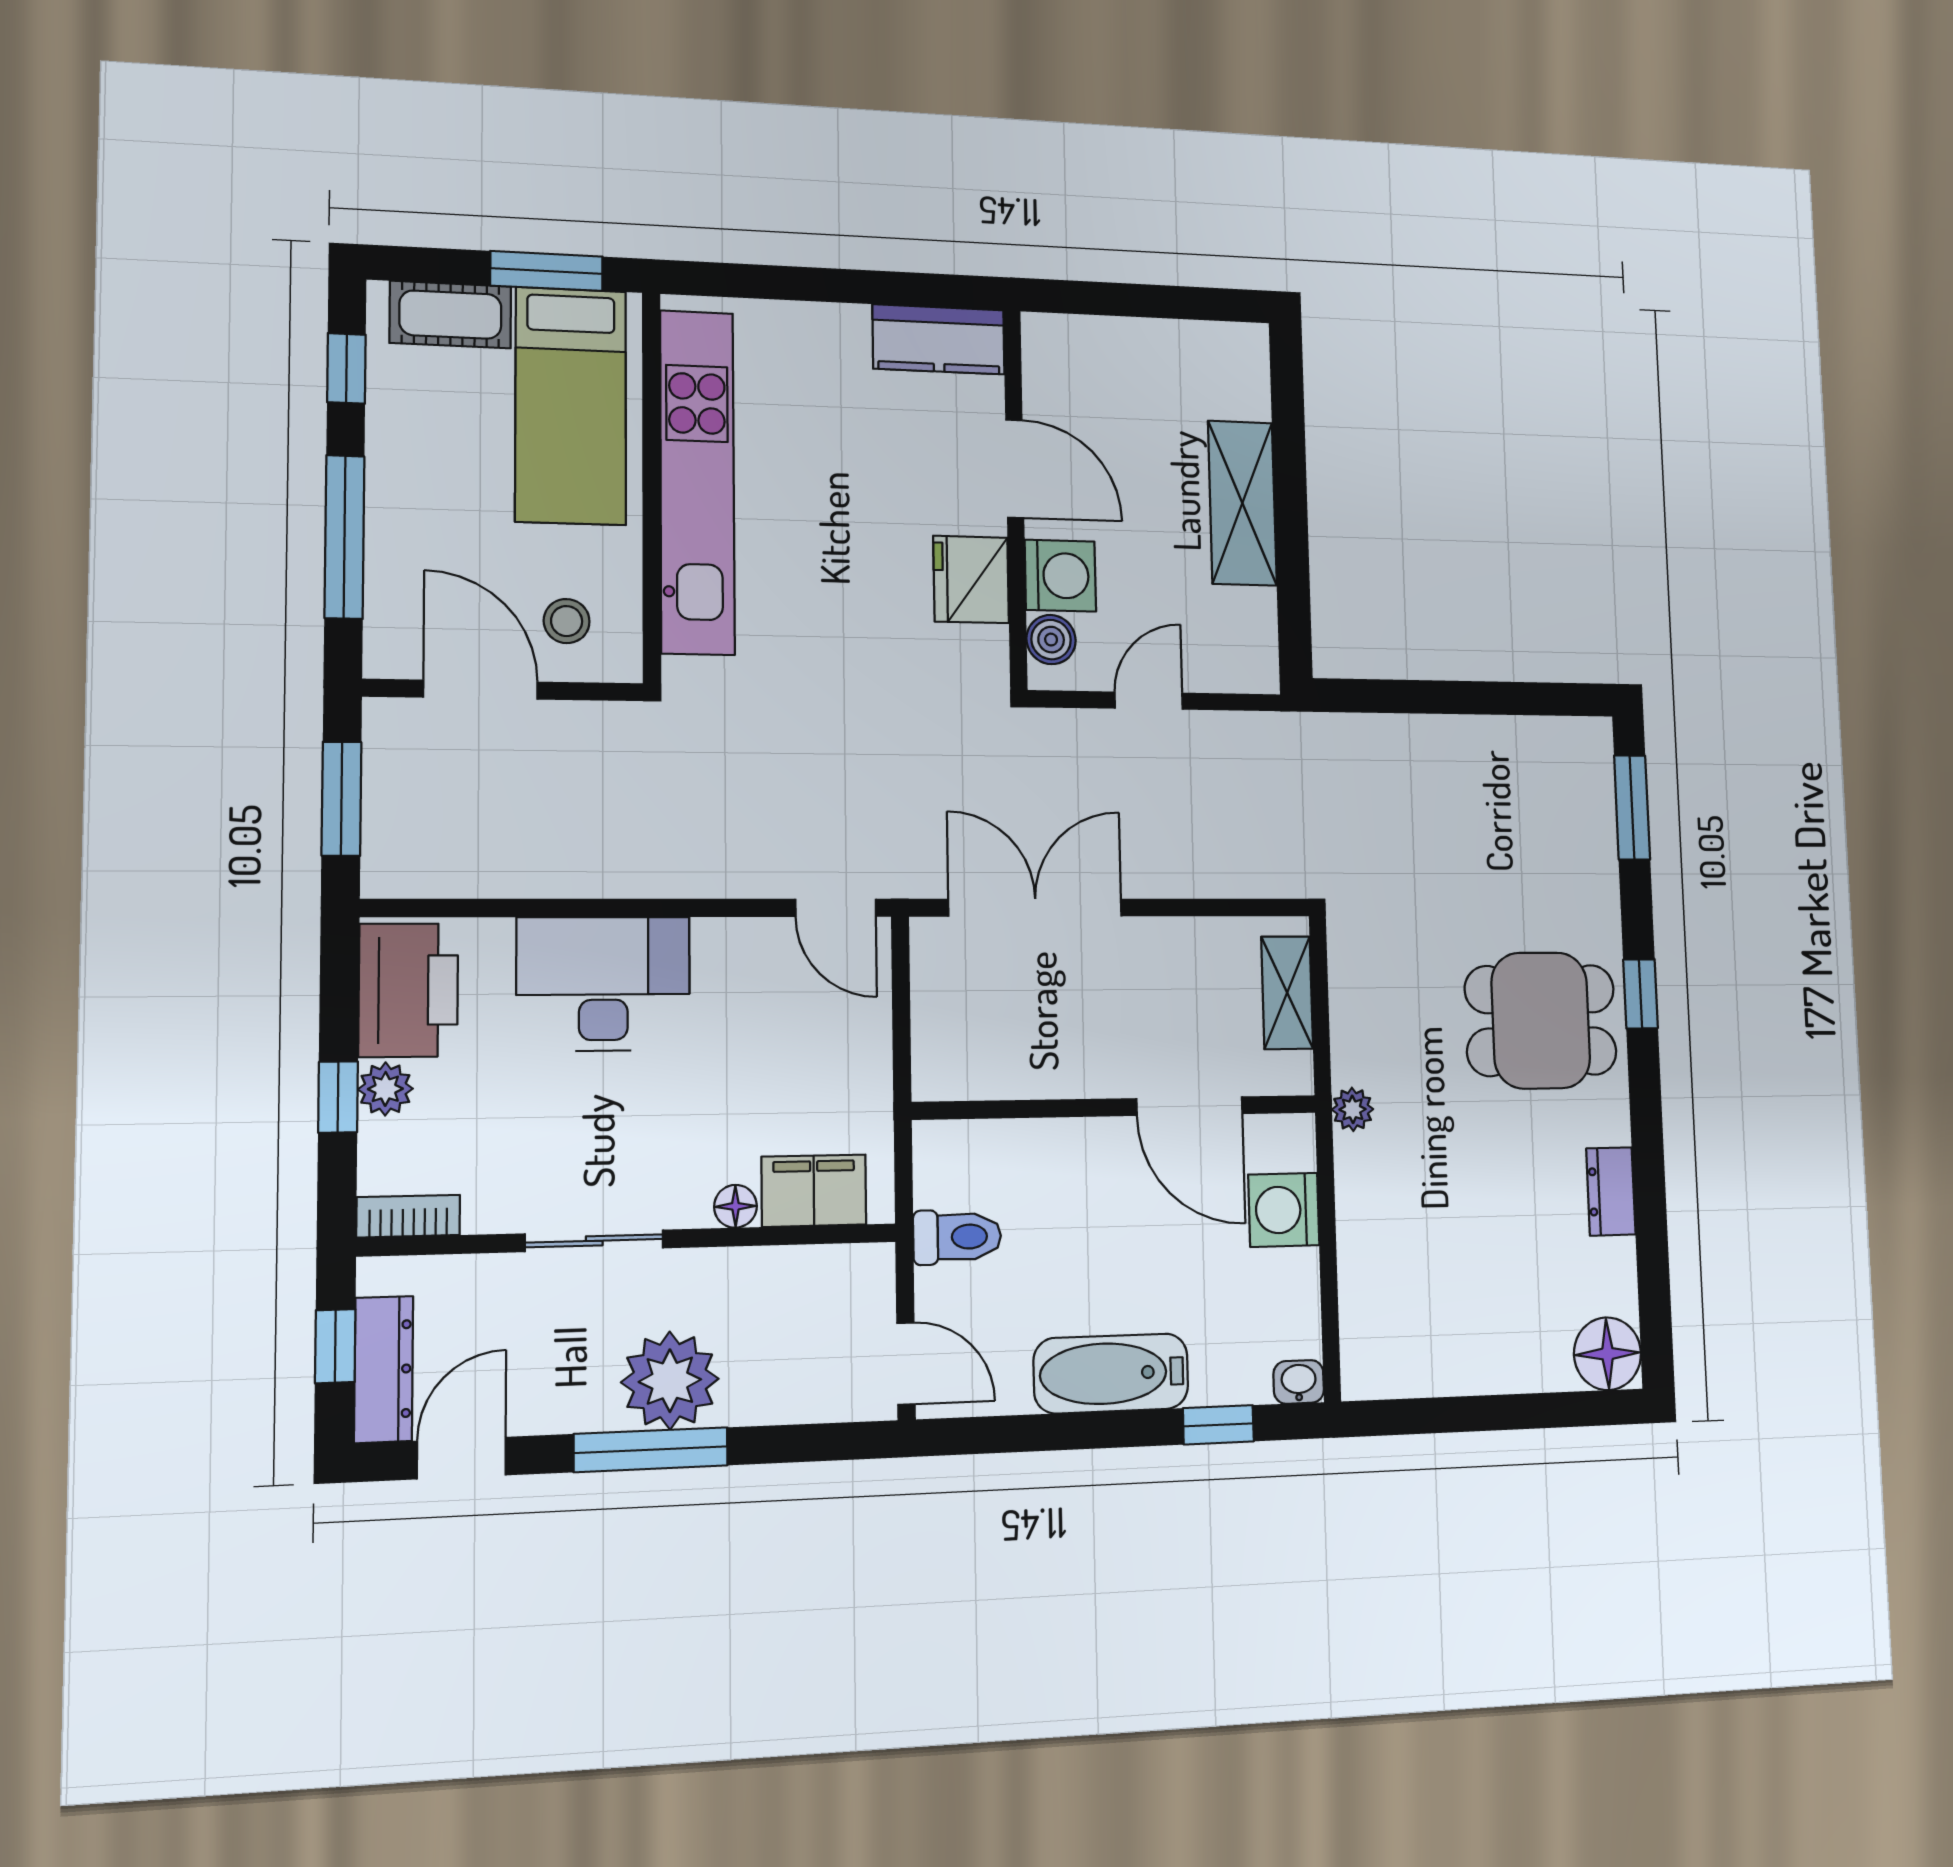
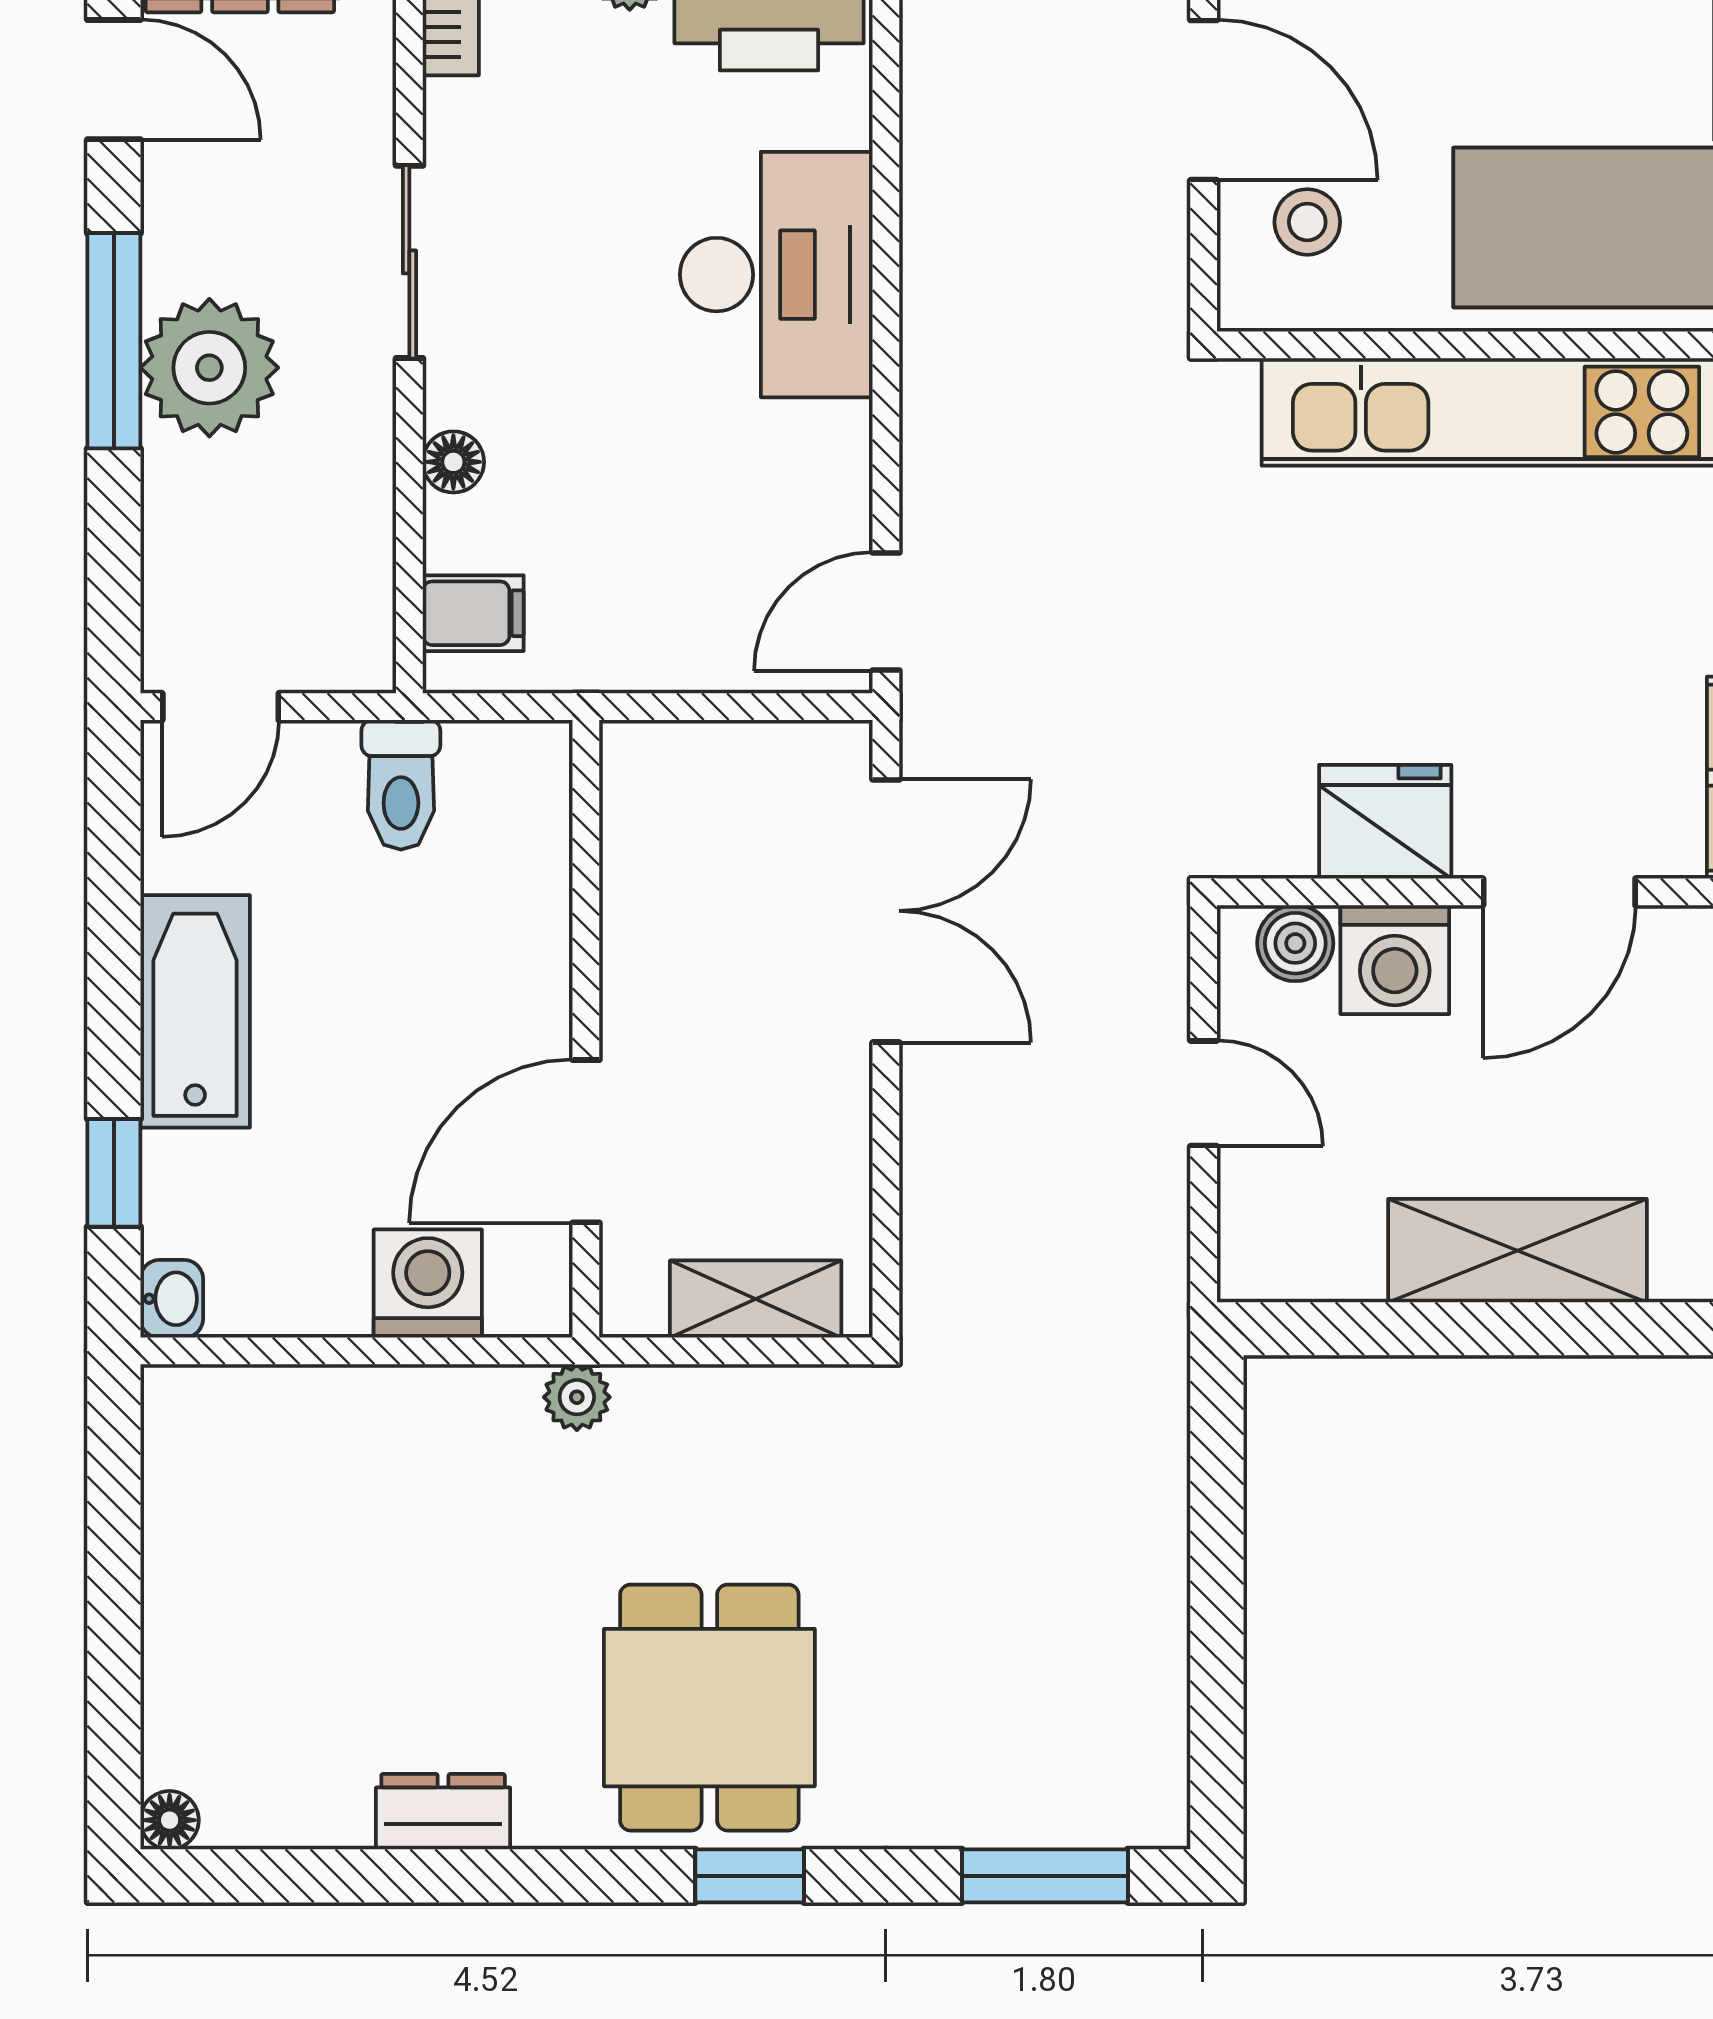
door: (481, 690) -> (1204, 100), hinge flipped
filing cabinet: (814, 1191) -> (473, 613), width x0.50
floor lamp: (1607, 1354) -> (170, 1820), width x0.53, depth x0.53

